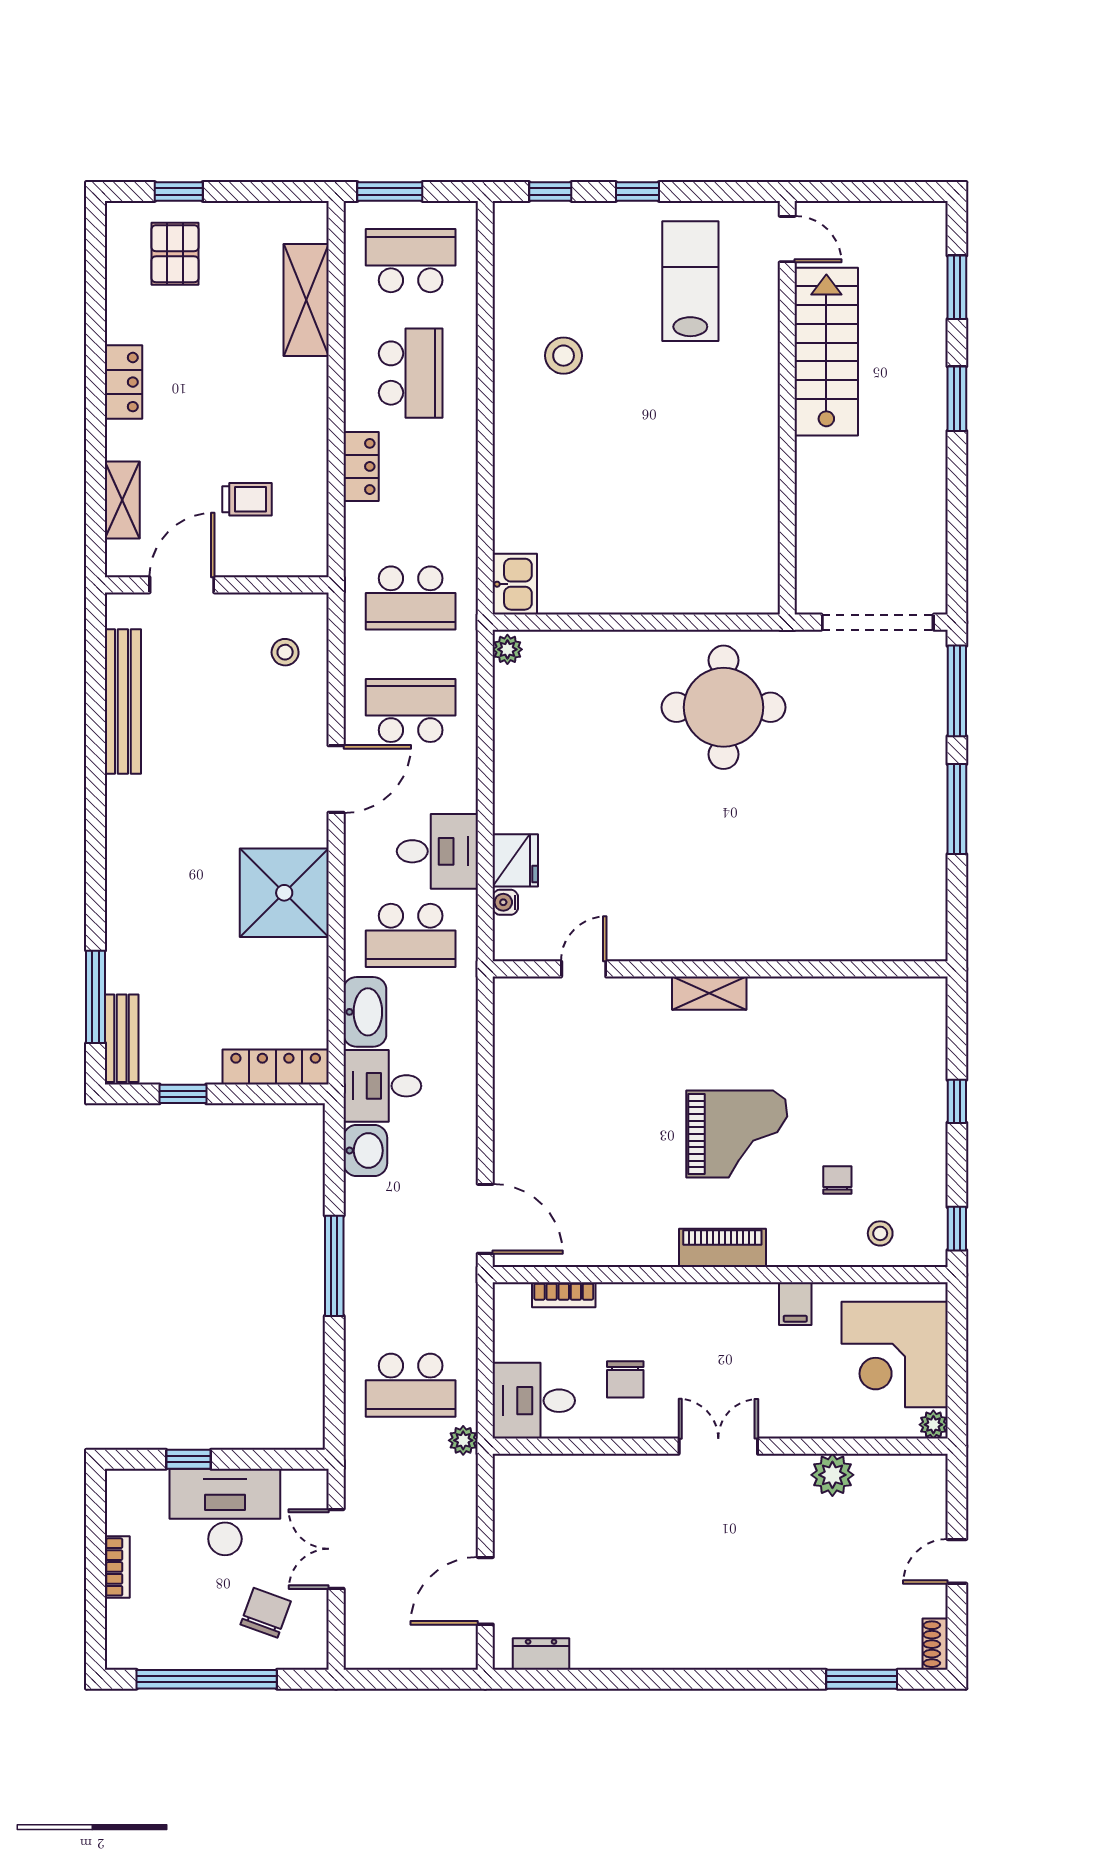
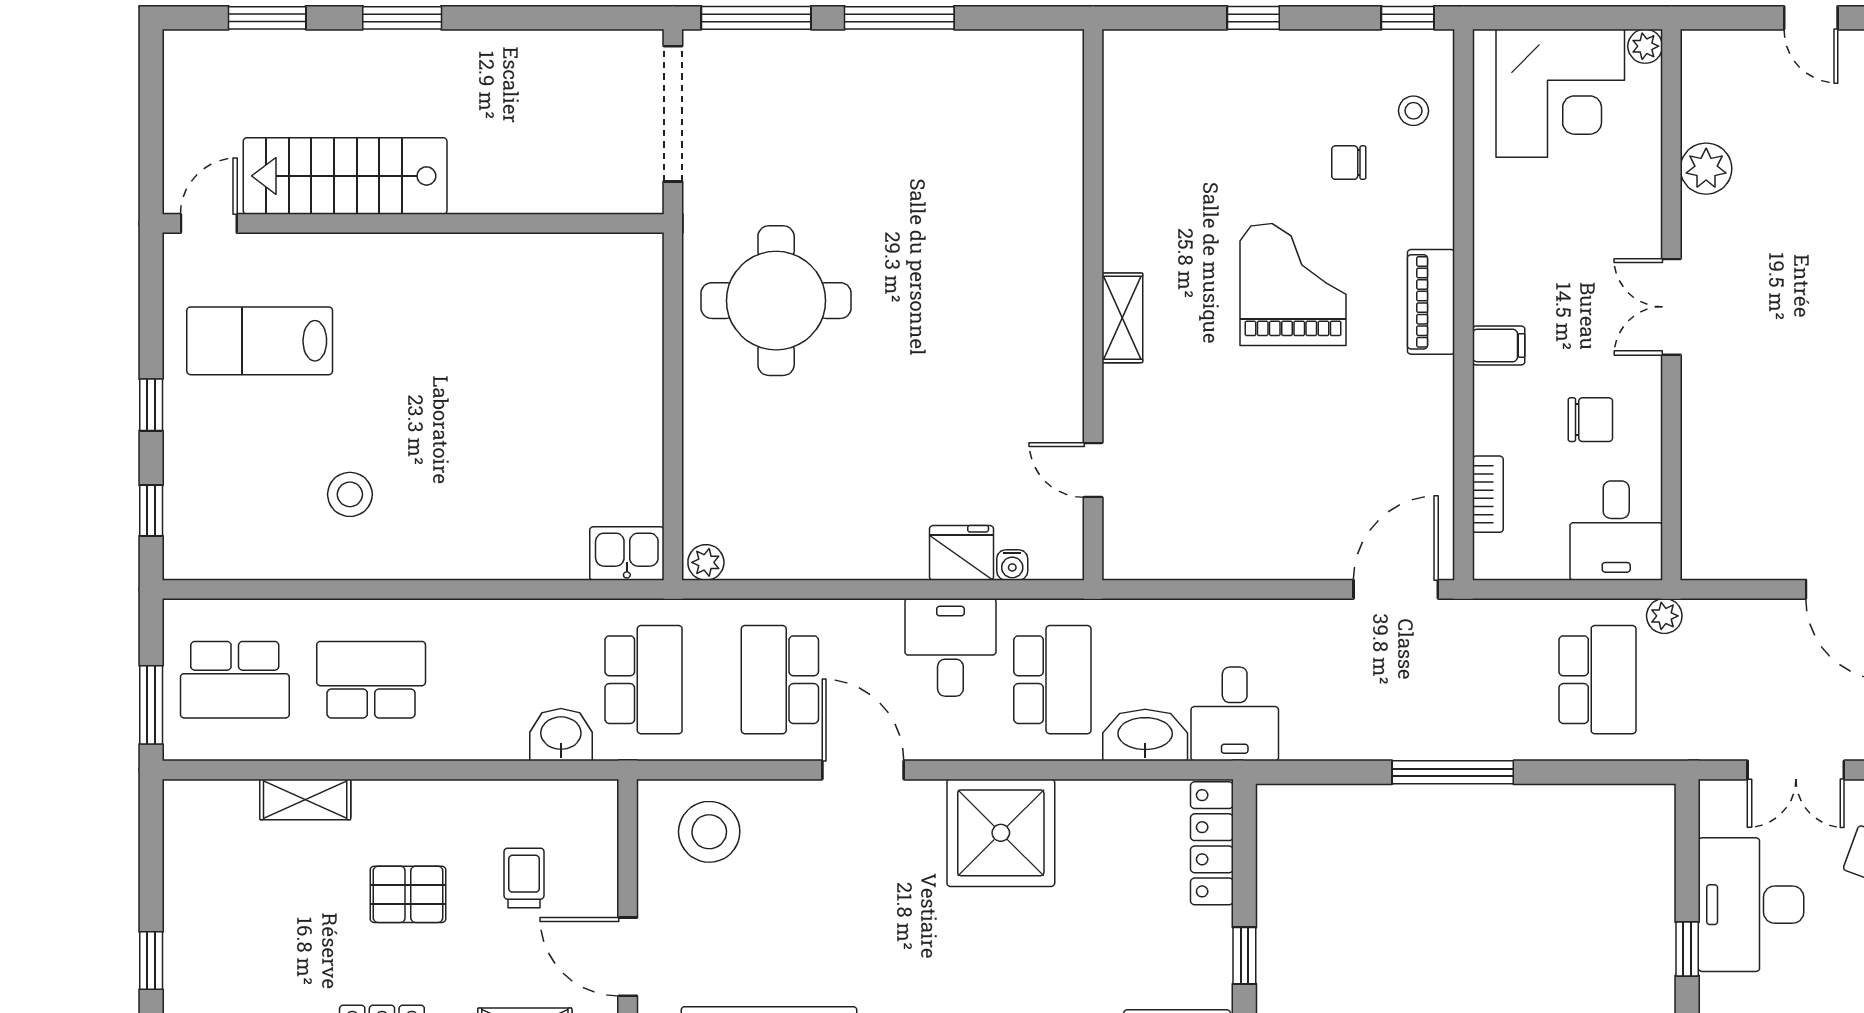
pallet: (175, 254) -> (408, 894), moved
school desk: (411, 261) -> (235, 680), turned -90
shelving: (306, 300) -> (305, 799), width x0.67, depth x0.75
locker: (361, 466) -> (484, 740), removed
stool: (285, 652) -> (709, 832), width x1.89, depth x1.89
washbasin: (365, 1151) -> (561, 735), moved
filing cabinet: (795, 1304) -> (1499, 345), moved

